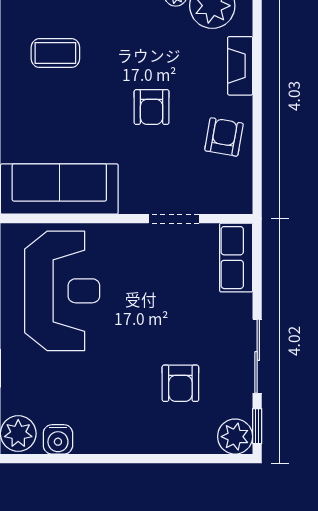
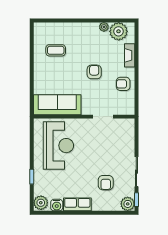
armchair: (152, 107) -> (94, 72), turned 180
armchair: (224, 137) -> (123, 84), turned -100
row of seats: (236, 258) -> (77, 204), moved, turned 90

